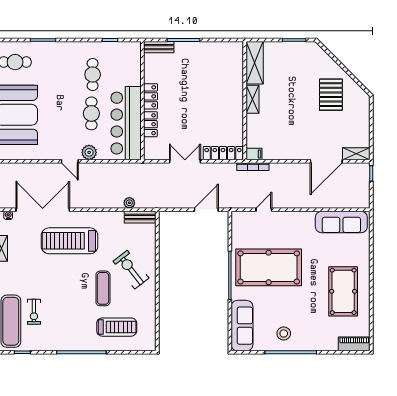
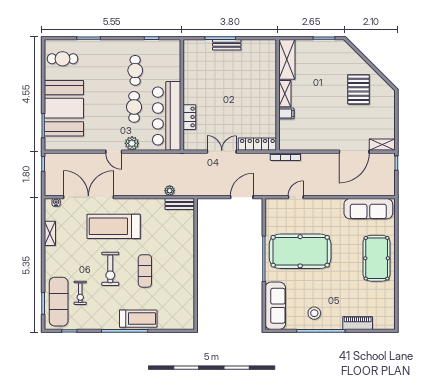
bench: (159, 47) -> (227, 45), moved
locker: (151, 96) -> (190, 91), removed
filing cabinet: (254, 154) -> (286, 113), moved
exercise bike: (131, 270) -> (110, 269), moved, turned -142
pool table: (343, 291) -> (377, 258), moved
treadmill: (117, 327) -> (138, 319), moved
piano: (354, 344) -> (358, 323), moved

